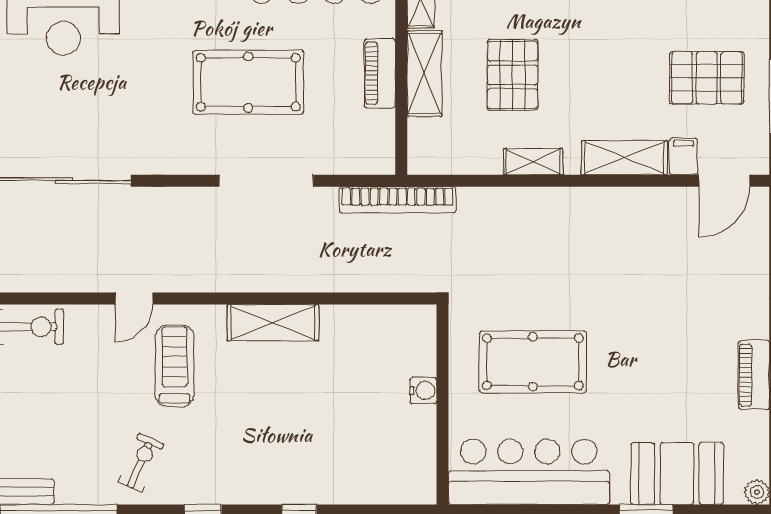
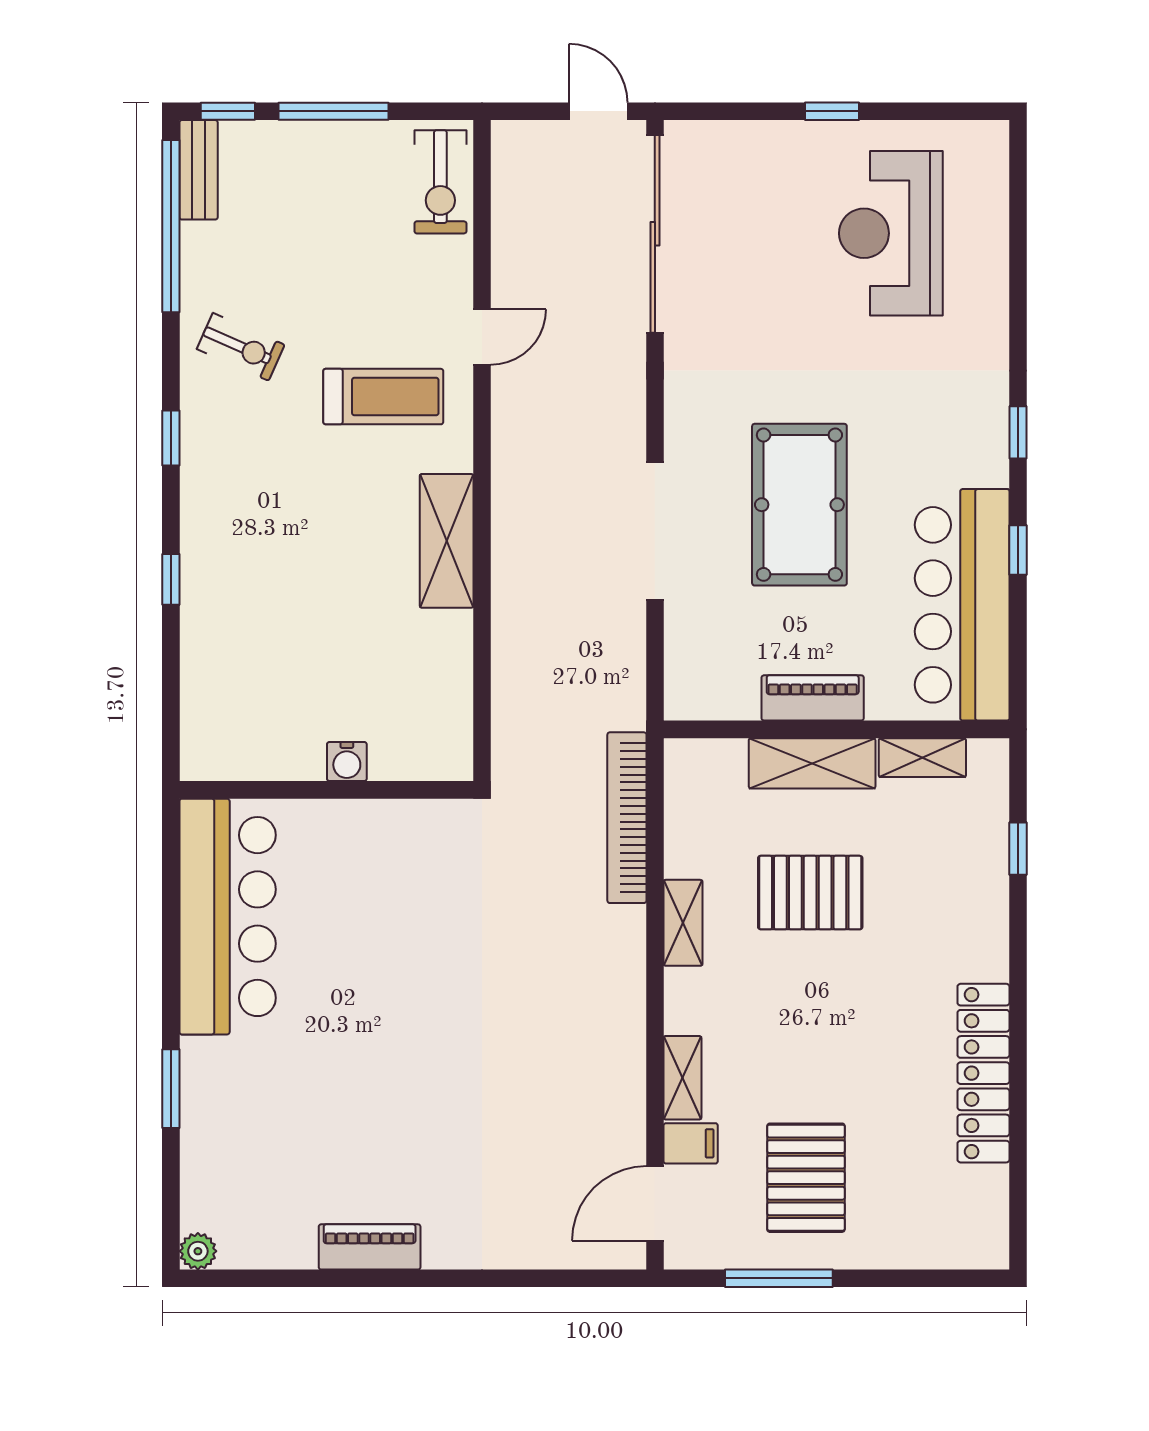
shelving: (624, 158) -> (682, 1078), width x0.67, depth x0.75
door: (724, 181) -> (655, 1203), hinge flipped
bookcase: (398, 200) -> (627, 818), moved
door: (134, 298) -> (482, 337), swing flipped
pool table: (533, 362) -> (389, 922), removed
booth: (677, 474) -> (225, 1134), removed

